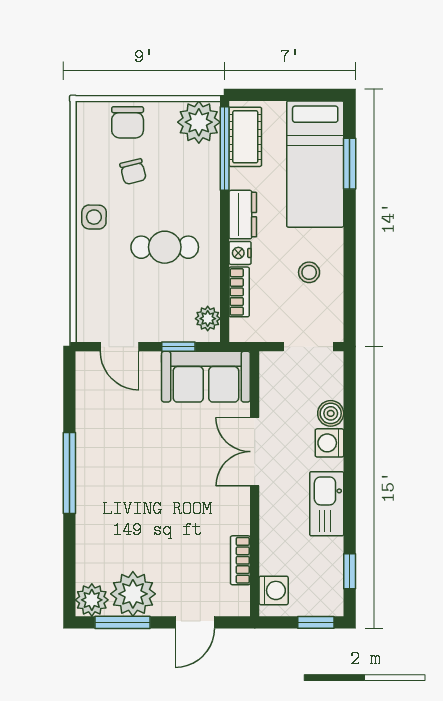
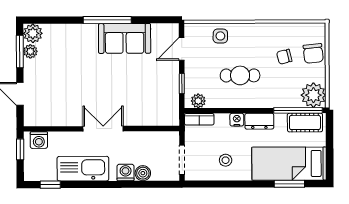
chair: (128, 122) -> (313, 53), turned -96
side table: (94, 217) -> (220, 36), moved
cafe table: (165, 247) -> (240, 75), turned 90
bookcase: (239, 292) -> (199, 119), moved
sofa: (206, 377) -> (125, 38), moved, turned -90
double door: (255, 452) -> (103, 129), moved
kitchen sink: (327, 504) -> (83, 169), width x1.36, depth x1.24
bookcase: (240, 560) -> (56, 120), removed
plant: (133, 594) -> (30, 51), width x0.53, depth x0.53
window: (316, 622) -> (20, 149), moved

